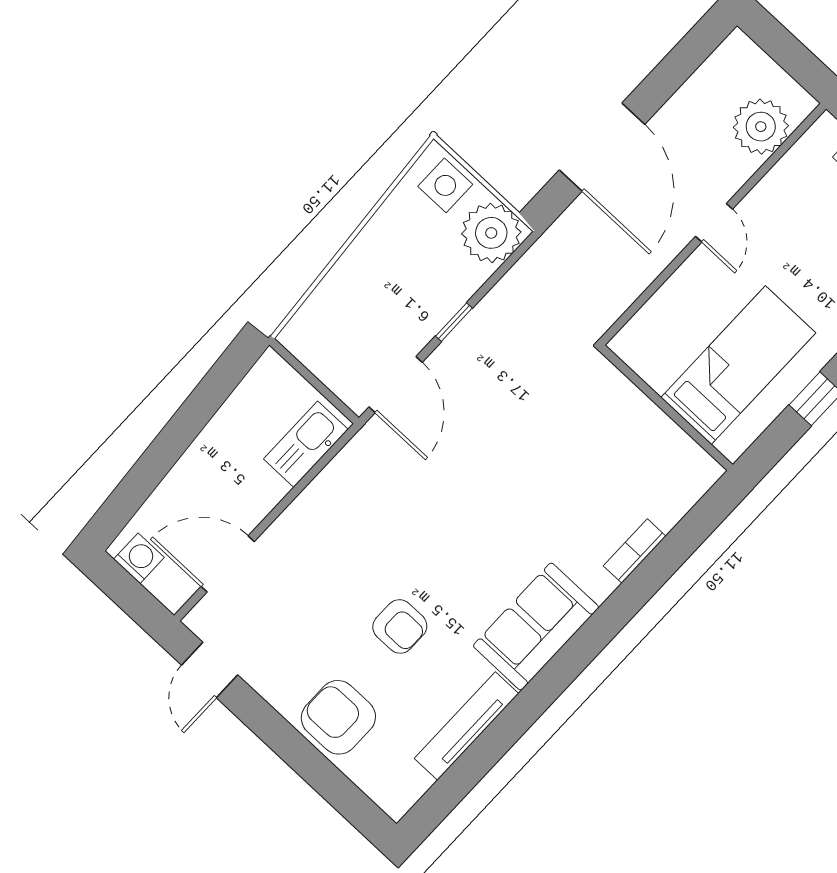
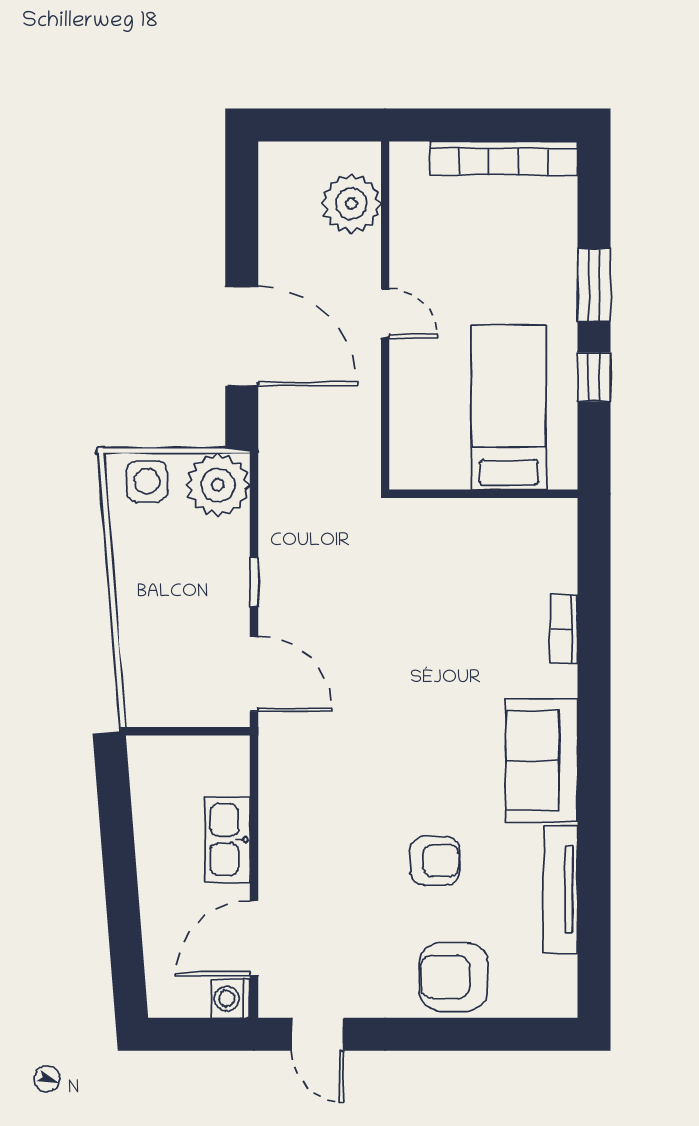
kitchen sink: (306, 444) -> (227, 840), moved
washing machine: (139, 558) -> (231, 999), moved, turned -90

